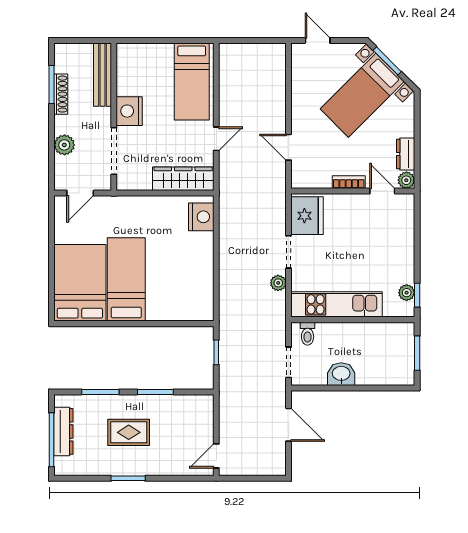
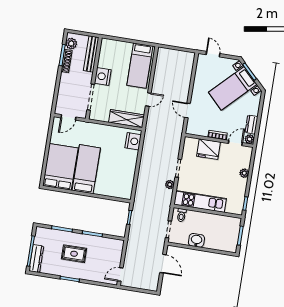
plant: (64, 145) -> (71, 44), moved
door: (382, 191) -> (235, 143), hinge flipped
fridge: (307, 216) -> (208, 149), moved, turned 90
plant: (407, 293) -> (244, 173), moved
dresser: (63, 431) -> (36, 259), moved

